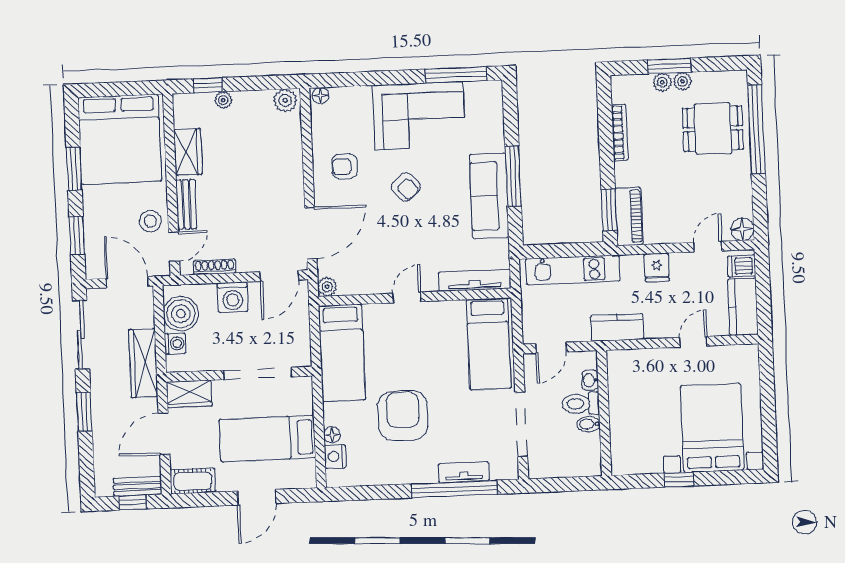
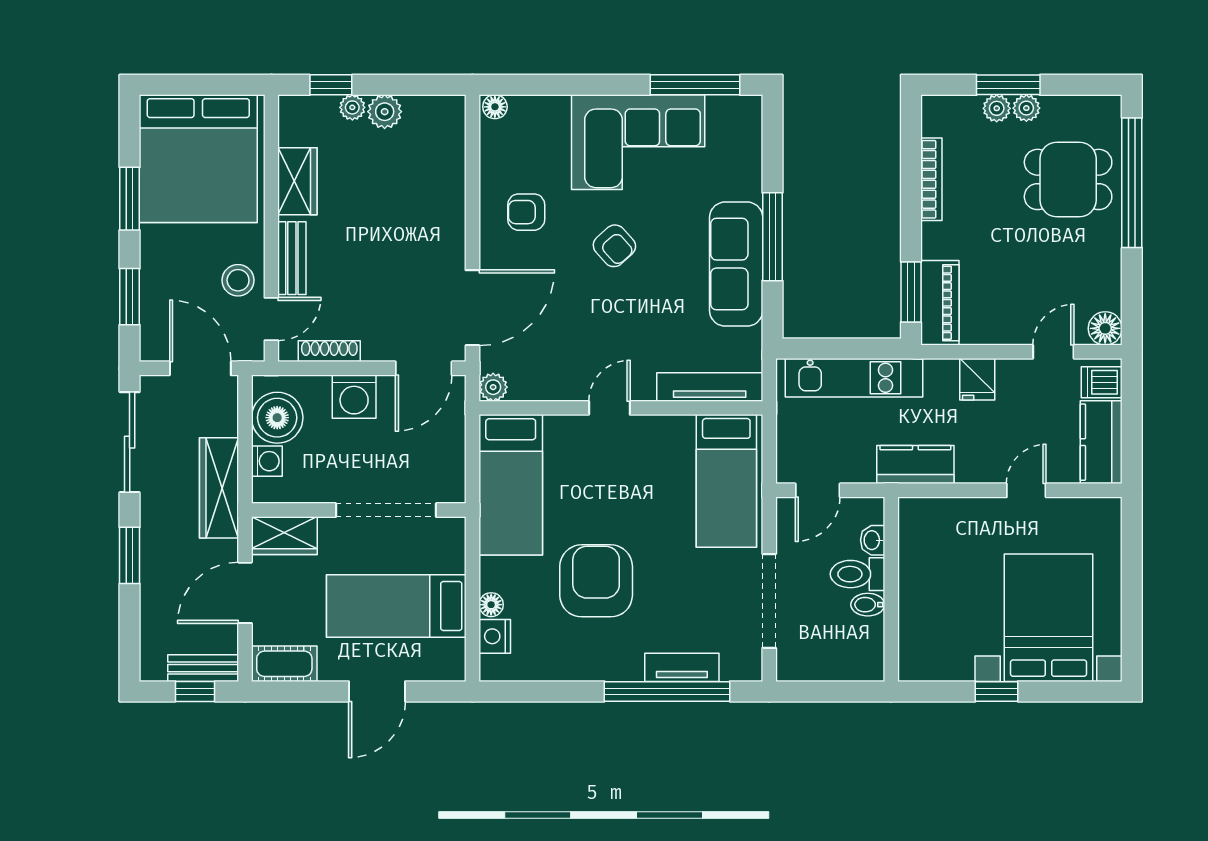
plant: (285, 100) -> (385, 112), moved

